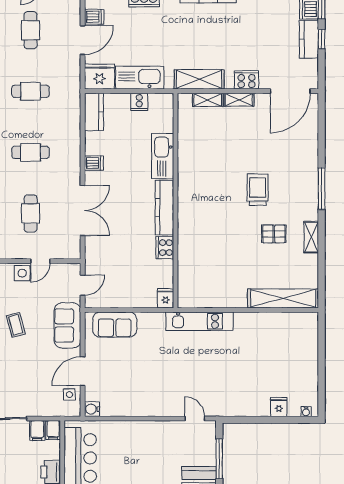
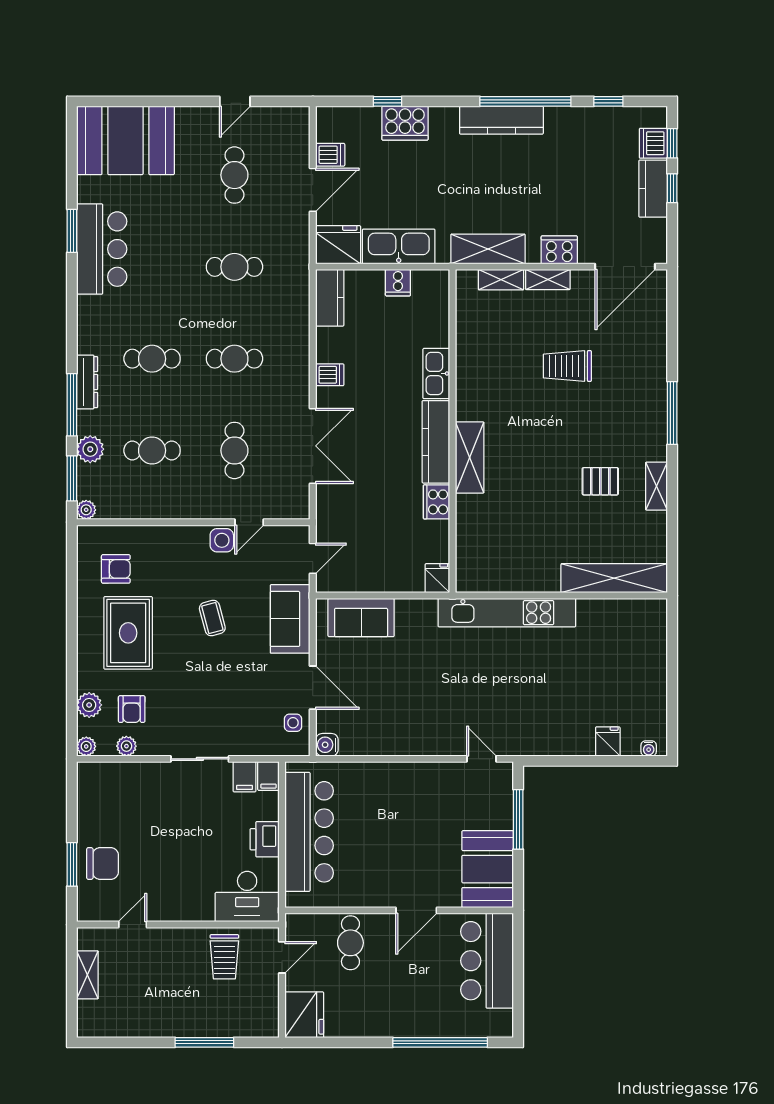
kitchen sink: (163, 156) -> (436, 374), width x0.73, depth x0.81
trolley: (258, 190) -> (567, 366), moved, turned -90
shelving: (187, 218) -> (470, 458), added
kitchen unit: (200, 321) -> (507, 613), width x1.36
door: (83, 371) -> (313, 688), swing flipped

